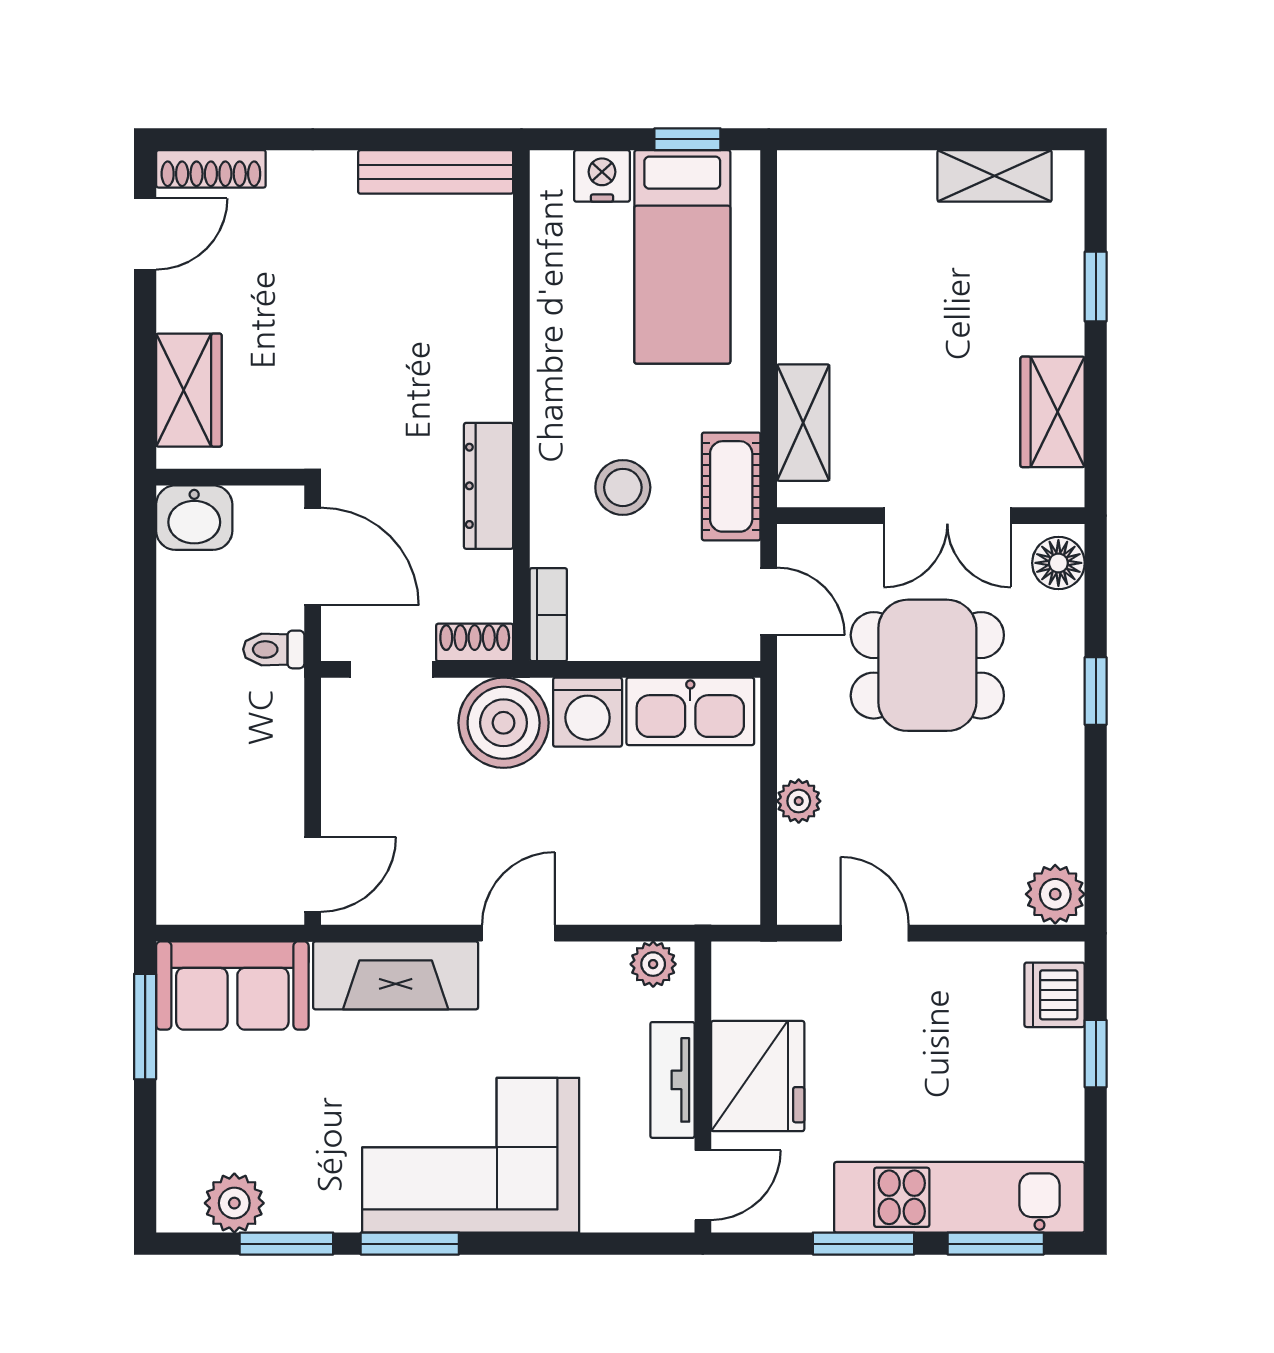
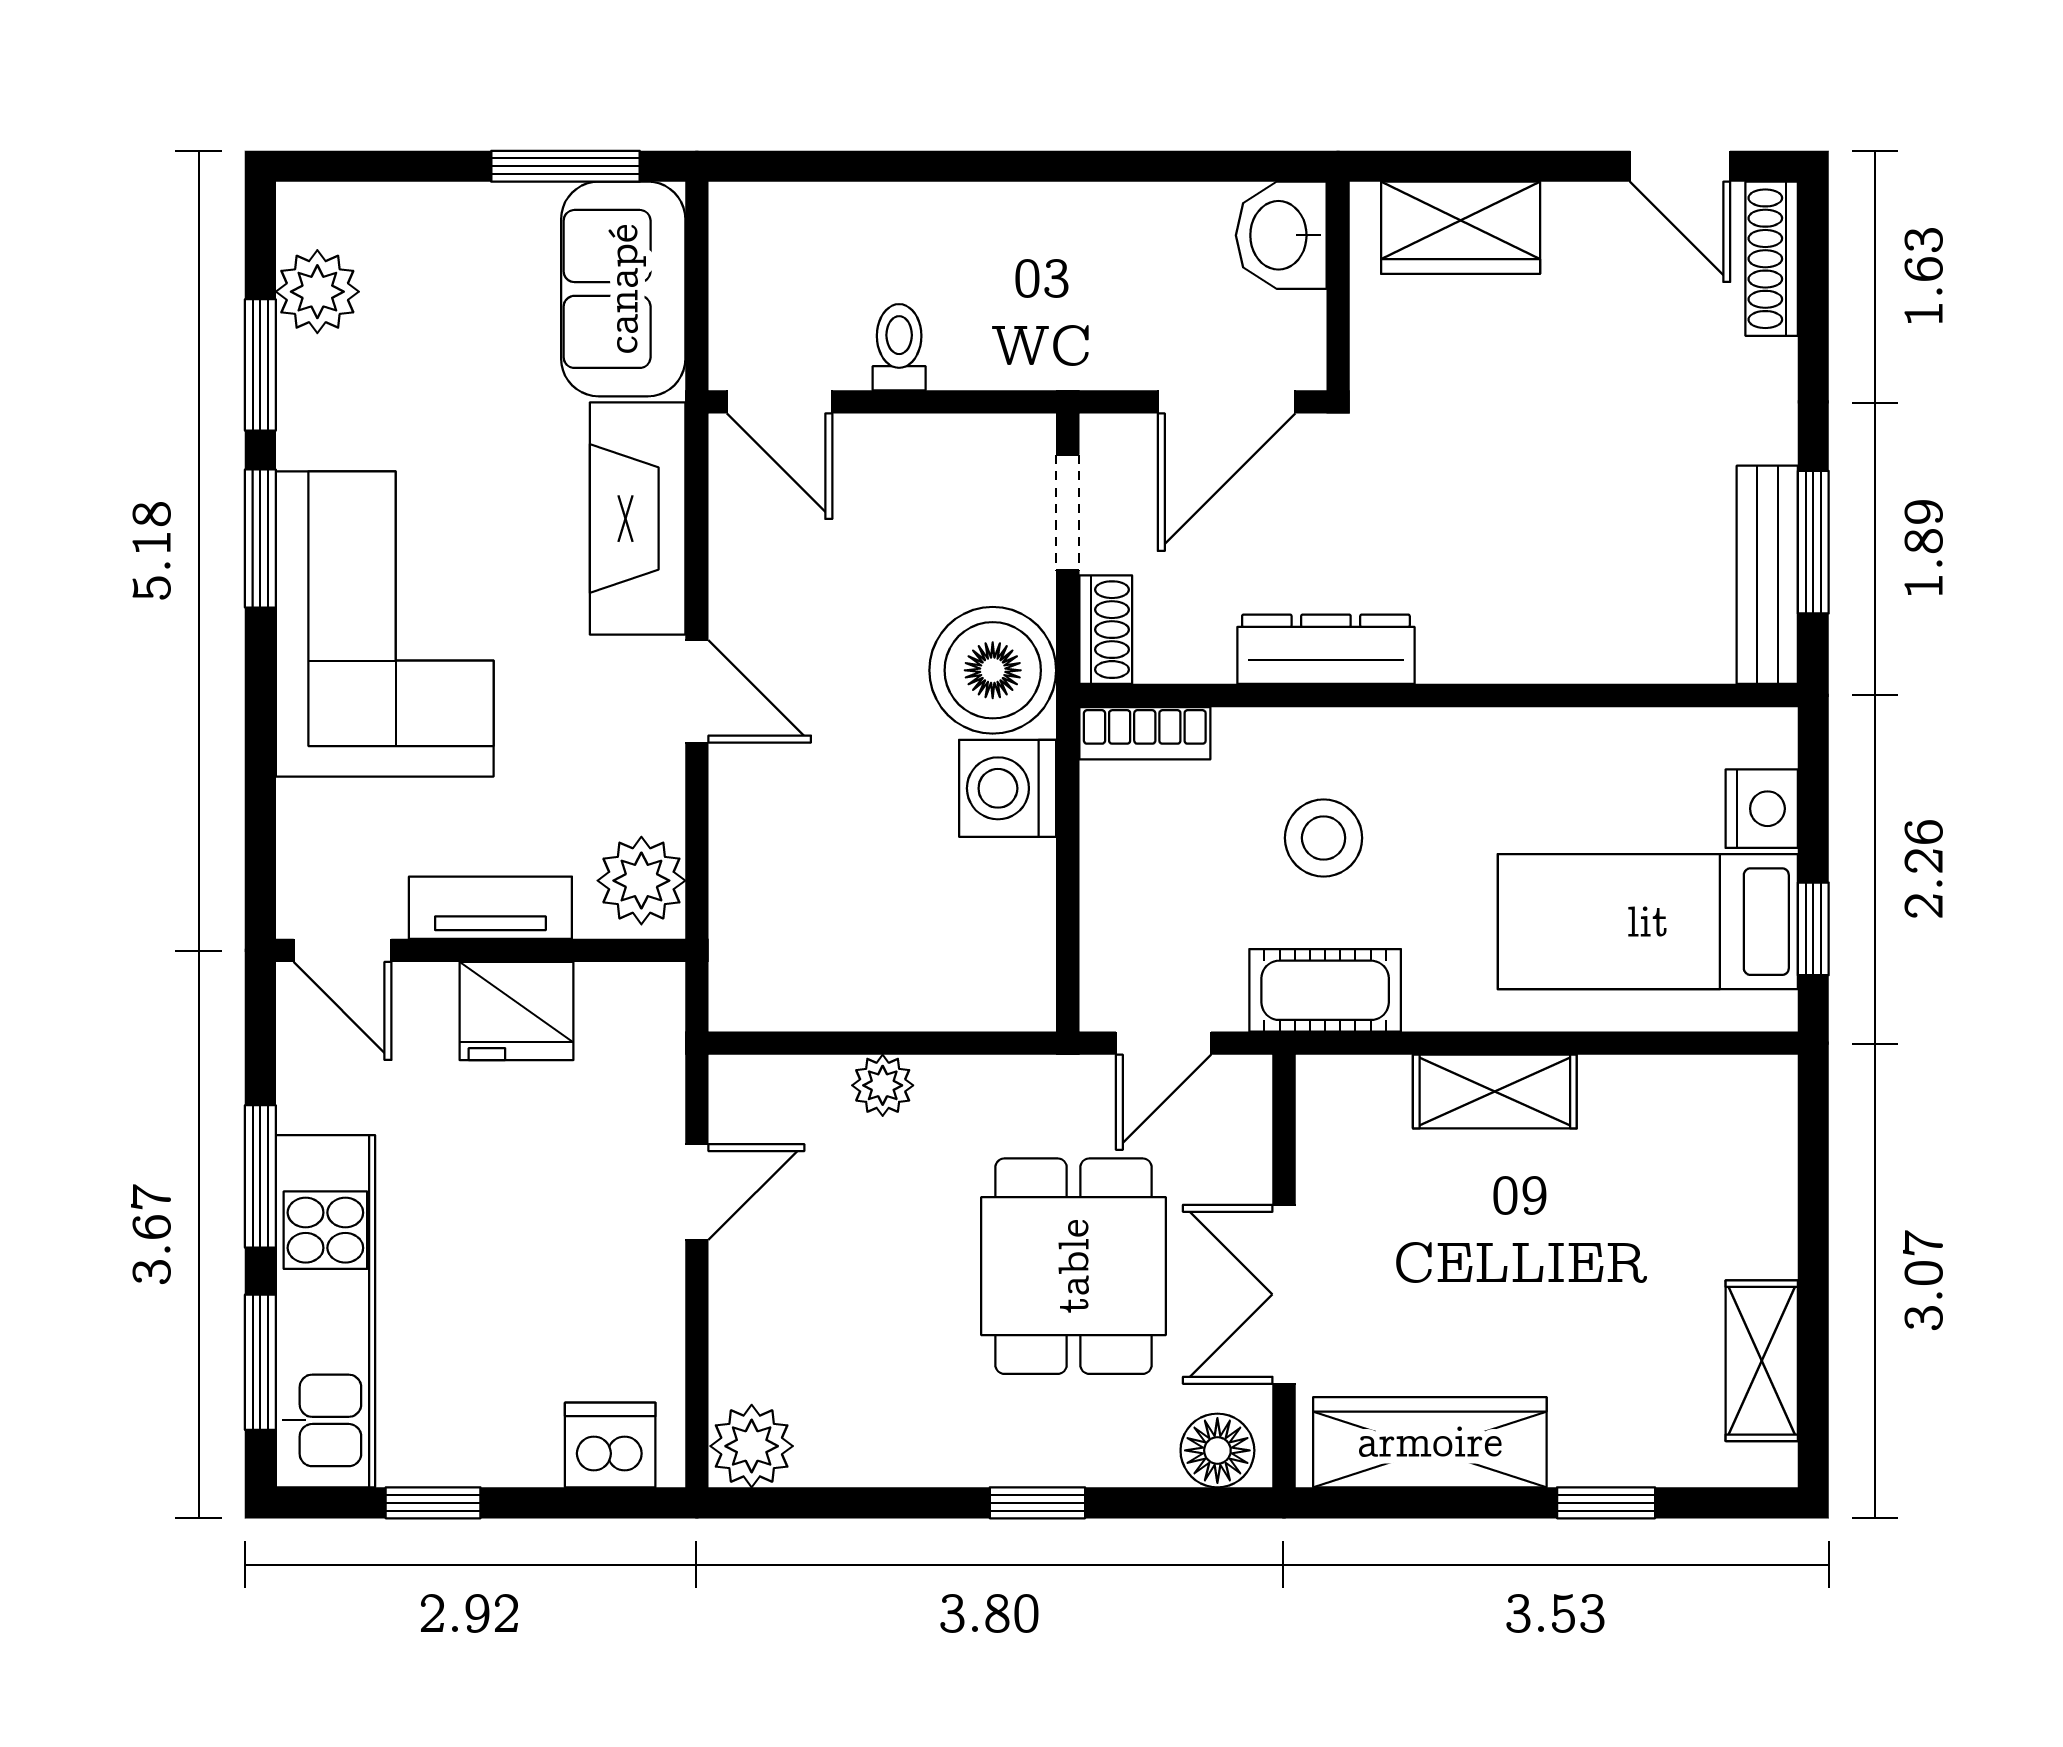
window: (412, 139) -> (1813, 542), added
wardrobe: (1053, 412) -> (1430, 1442), width x1.50
shelving: (803, 423) -> (1495, 1092), moved
toilet: (274, 649) -> (899, 347), moved
kitchen sink: (690, 711) -> (1009, 933), removed
plant: (653, 964) -> (641, 881), width x1.38, depth x1.38
window: (1096, 1054) -> (433, 1503), moved
fridge: (758, 1076) -> (517, 1011), width x0.73, depth x0.75

